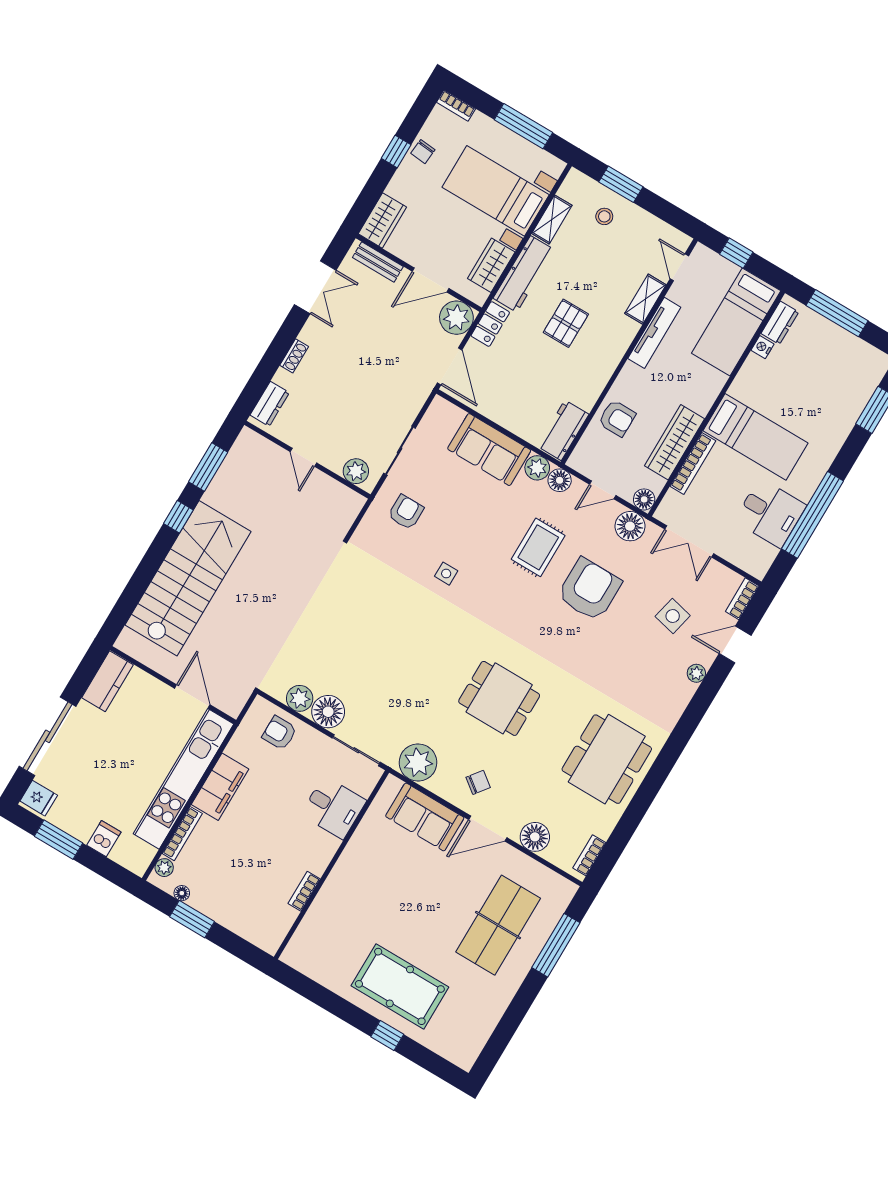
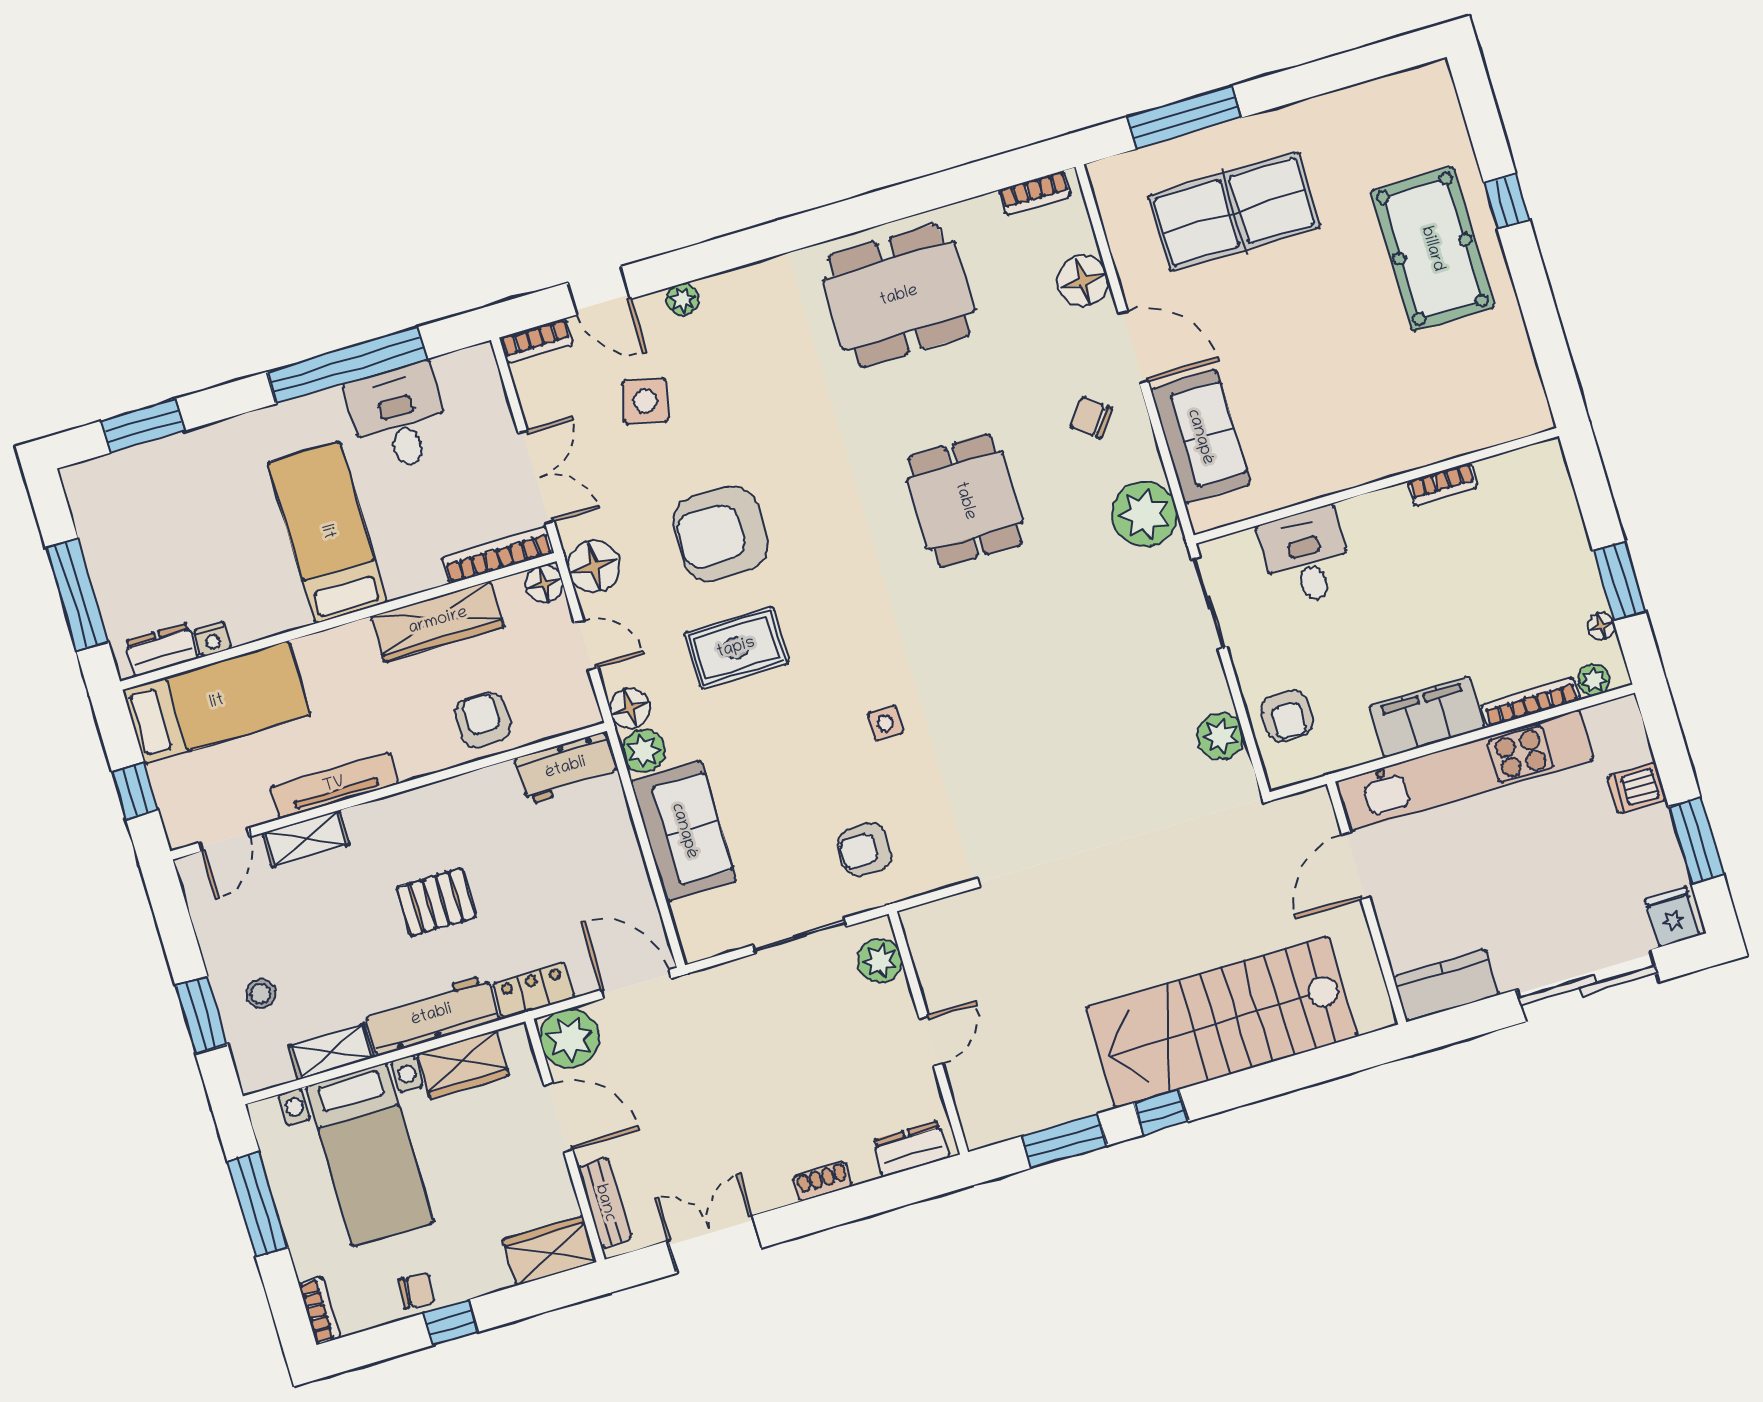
door: (450, 366) -> (636, 984), hinge flipped
bookcase: (693, 463) -> (498, 555), moved
floor lamp: (328, 712) -> (1200, 686), removed

